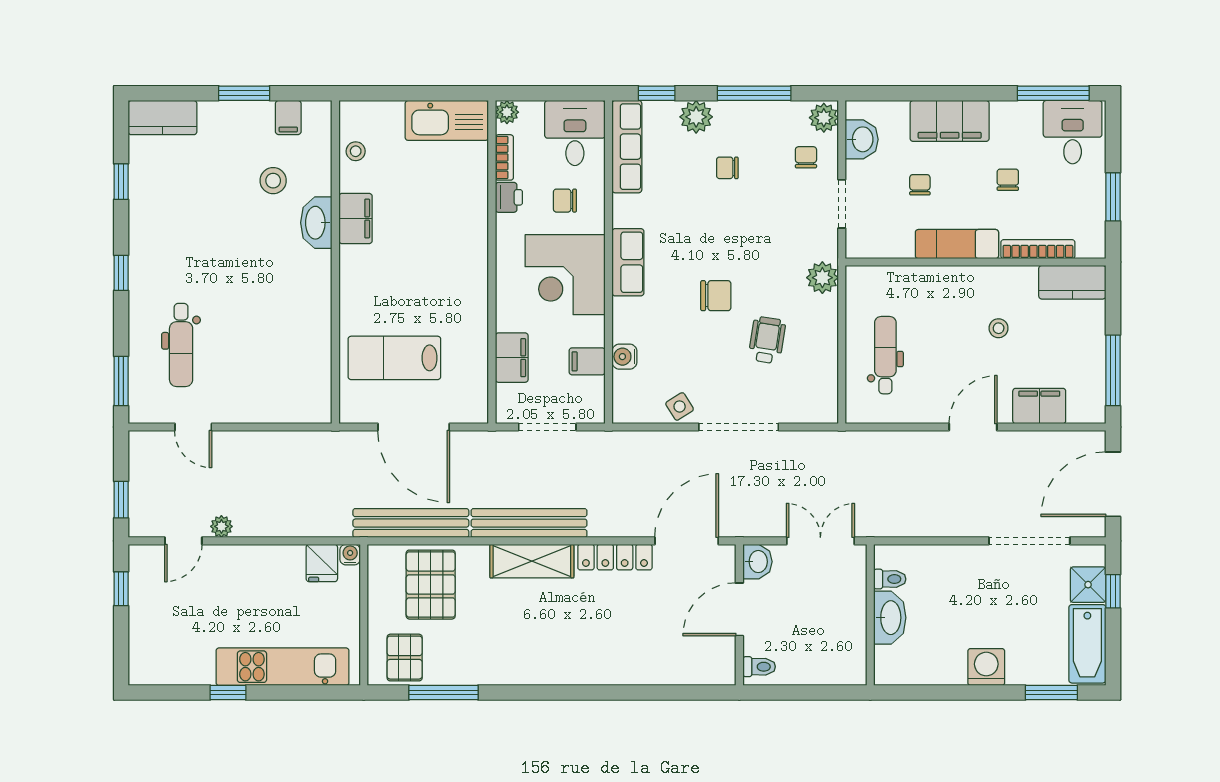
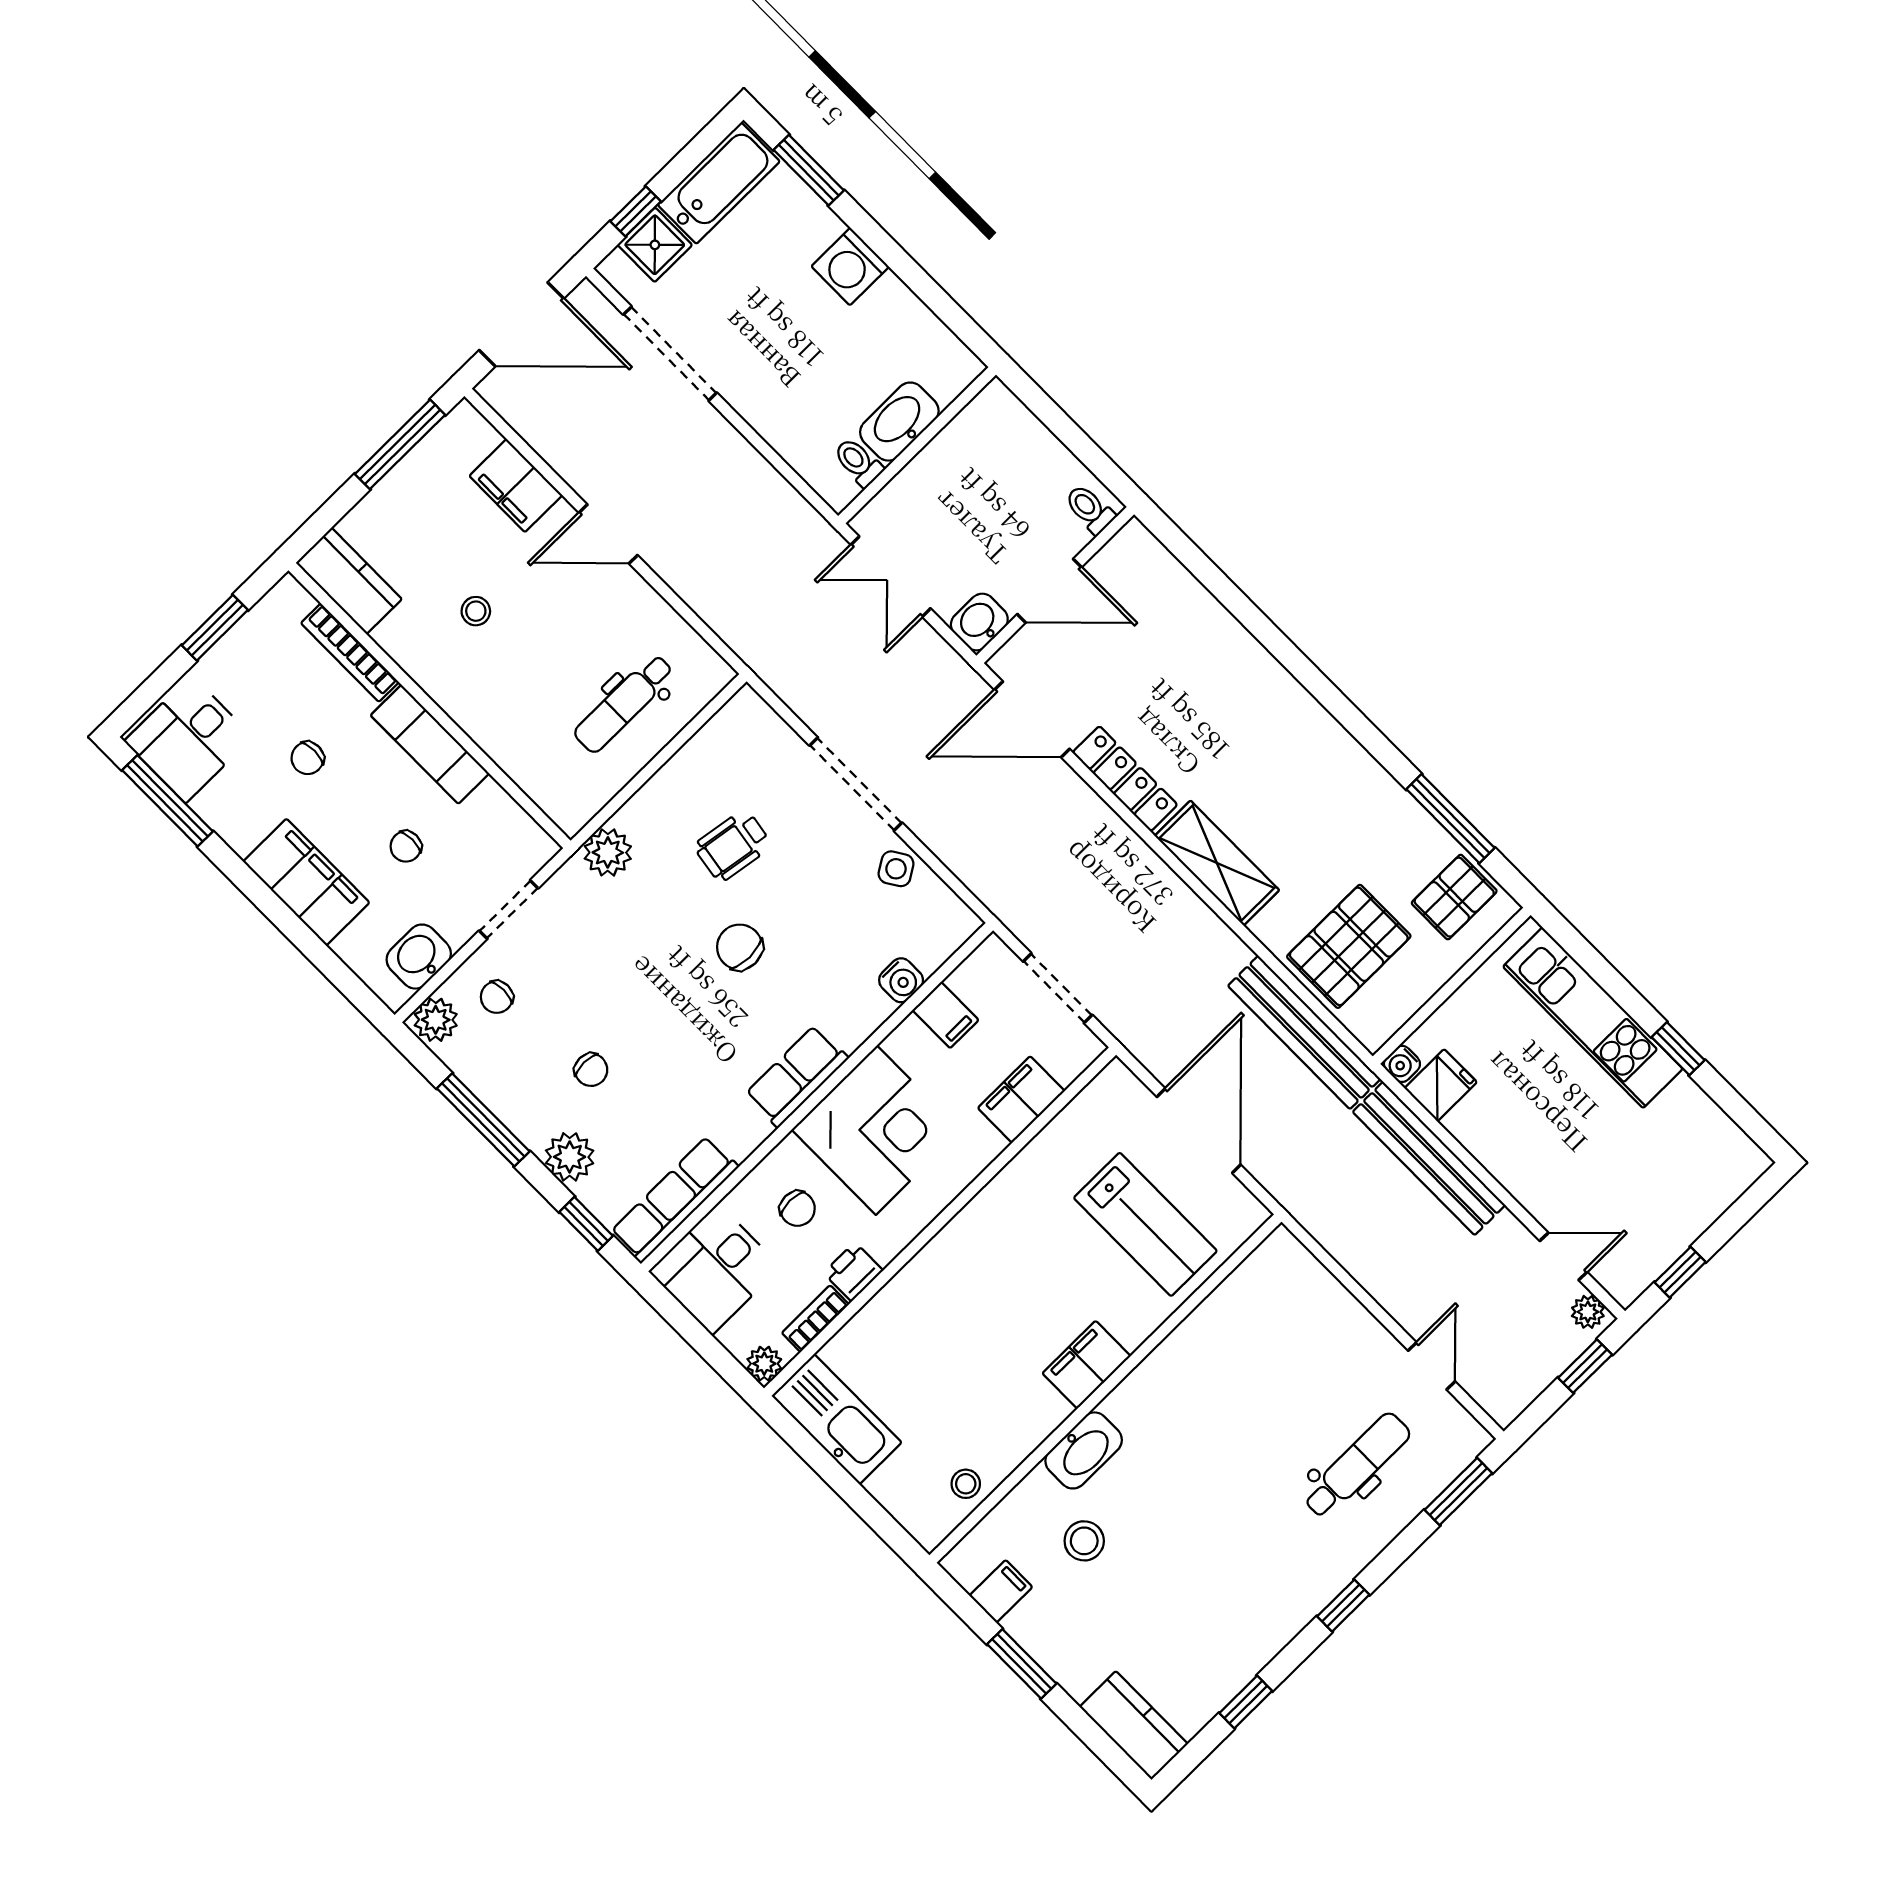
filing cabinet: (355, 219) -> (1086, 1365), moved
bench: (529, 523) -> (1429, 1158), moved
plant: (221, 526) -> (1588, 1312), moved

